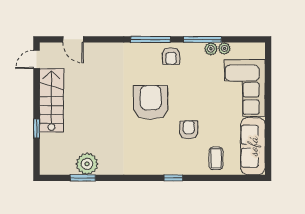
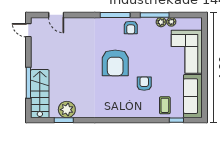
door: (37, 59) -> (28, 30), hinge flipped
stairs: (52, 100) -> (40, 94), moved
armchair: (151, 102) -> (115, 63), turned 180
window: (37, 129) -> (28, 83), width x2.17
window: (173, 178) -> (176, 120), moved

